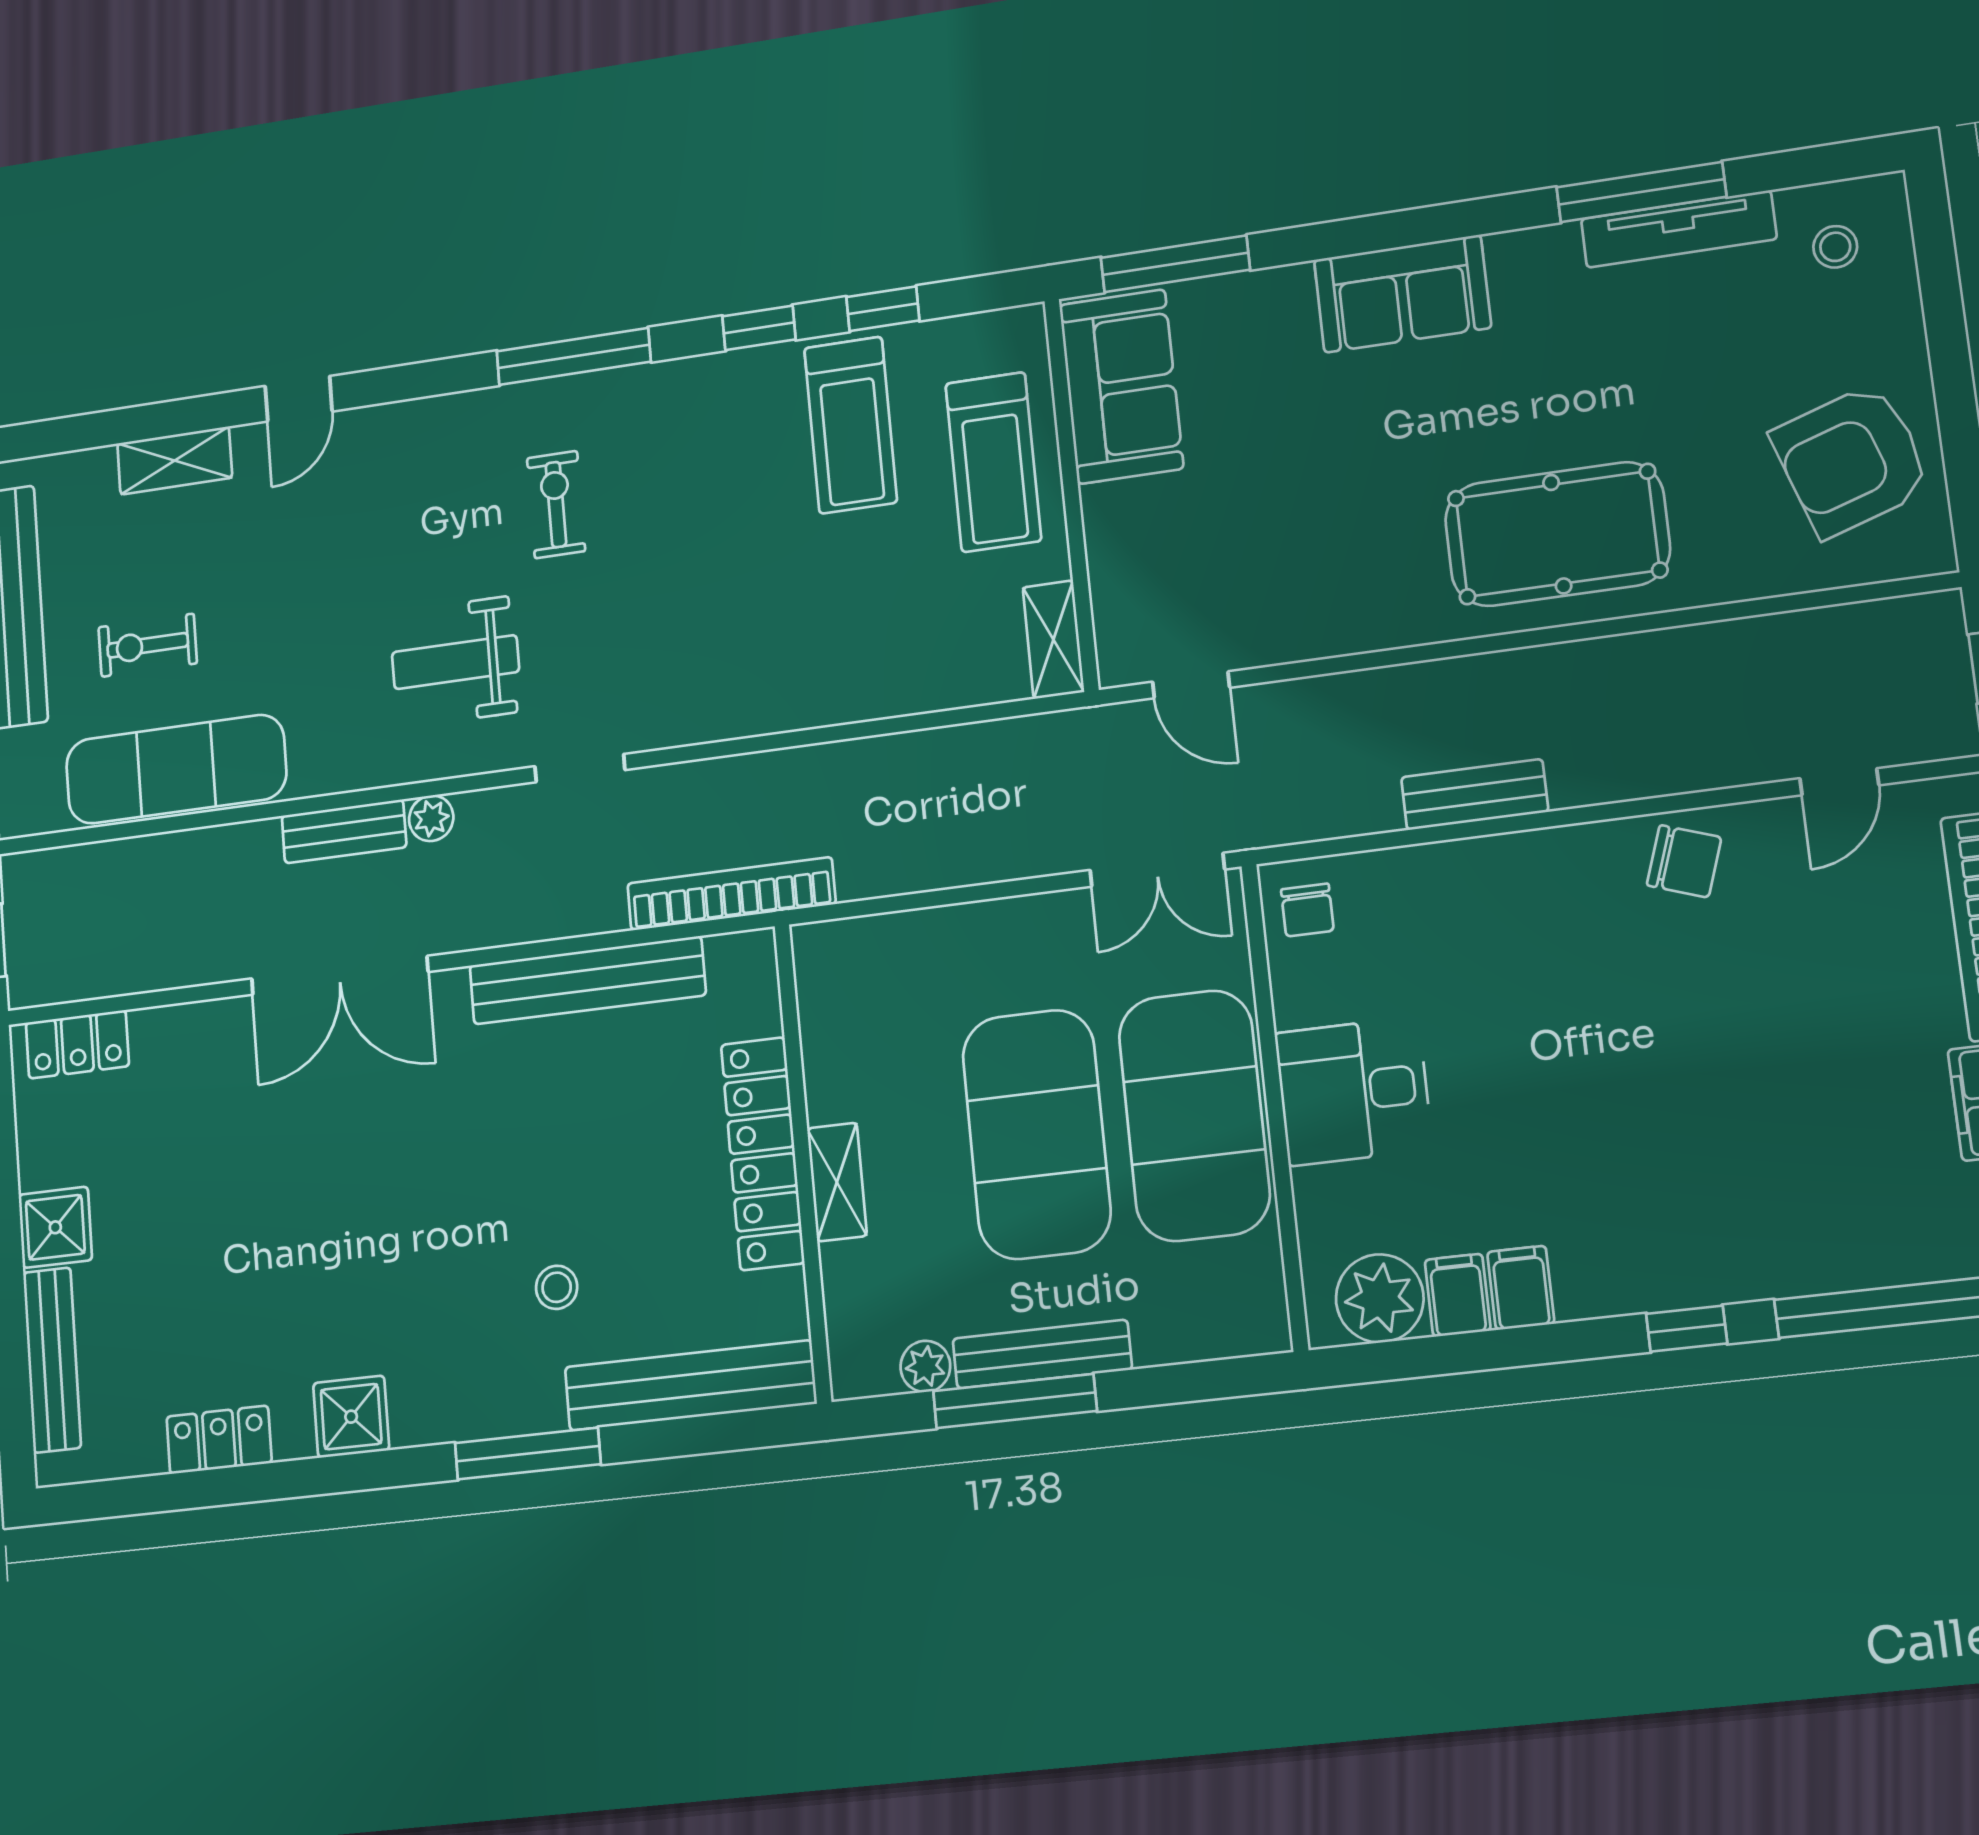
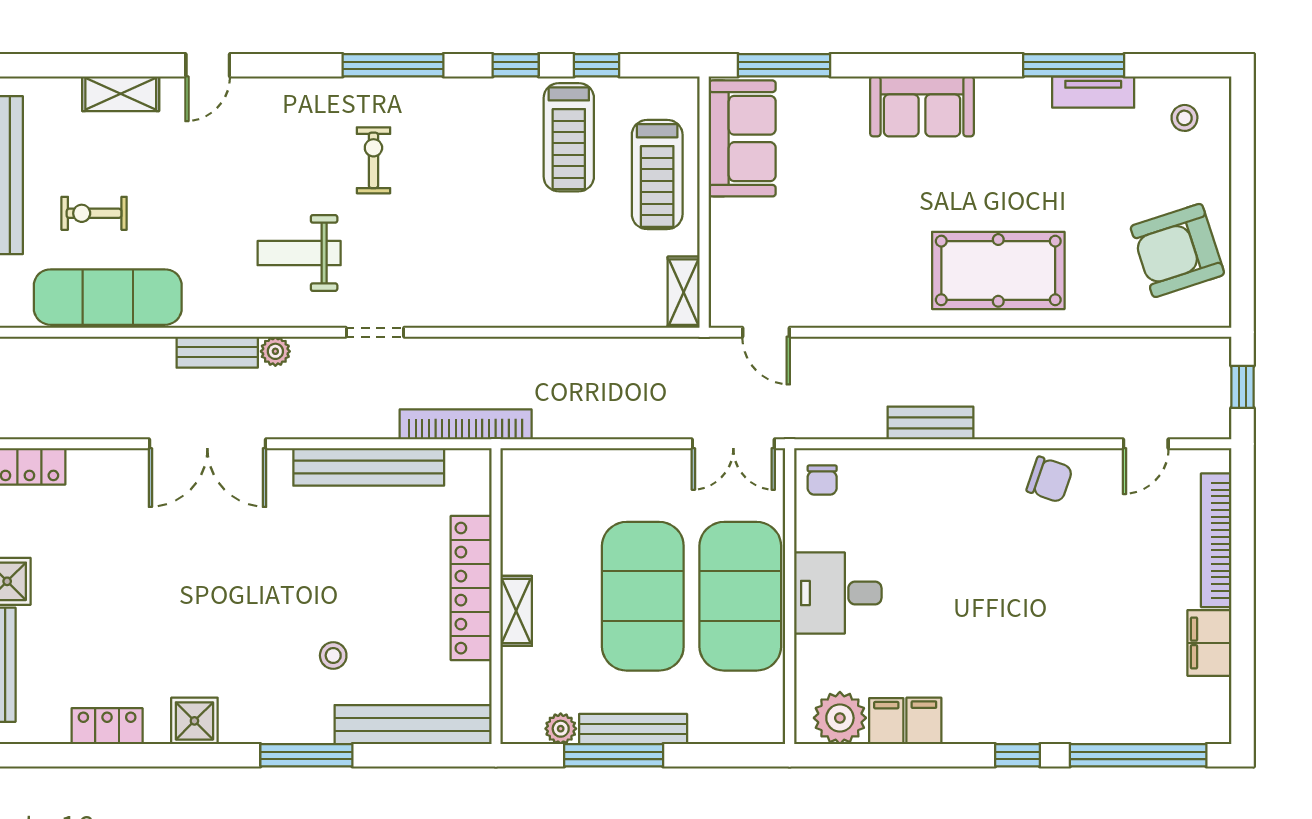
tv unit: (1679, 229) -> (1093, 92), width x0.71

